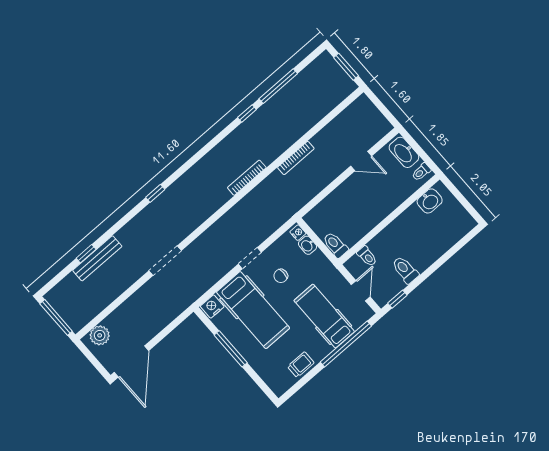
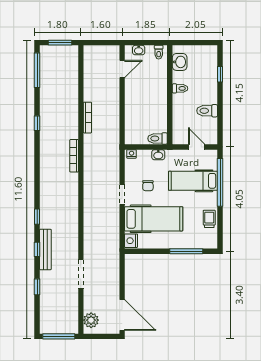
window: (278, 86) -> (37, 70), moved
washbasin: (404, 152) -> (139, 50), width x0.52, depth x0.69
door: (361, 161) -> (122, 69), moved
window: (123, 221) -> (37, 249), added
washbasin: (308, 245) -> (158, 155), moved
toilet: (367, 256) -> (180, 88), moved
bench: (97, 258) -> (45, 249), moved
doorway: (165, 261) -> (81, 274), moved
window: (397, 299) -> (220, 74), moved
window: (231, 349) -> (186, 251), moved

